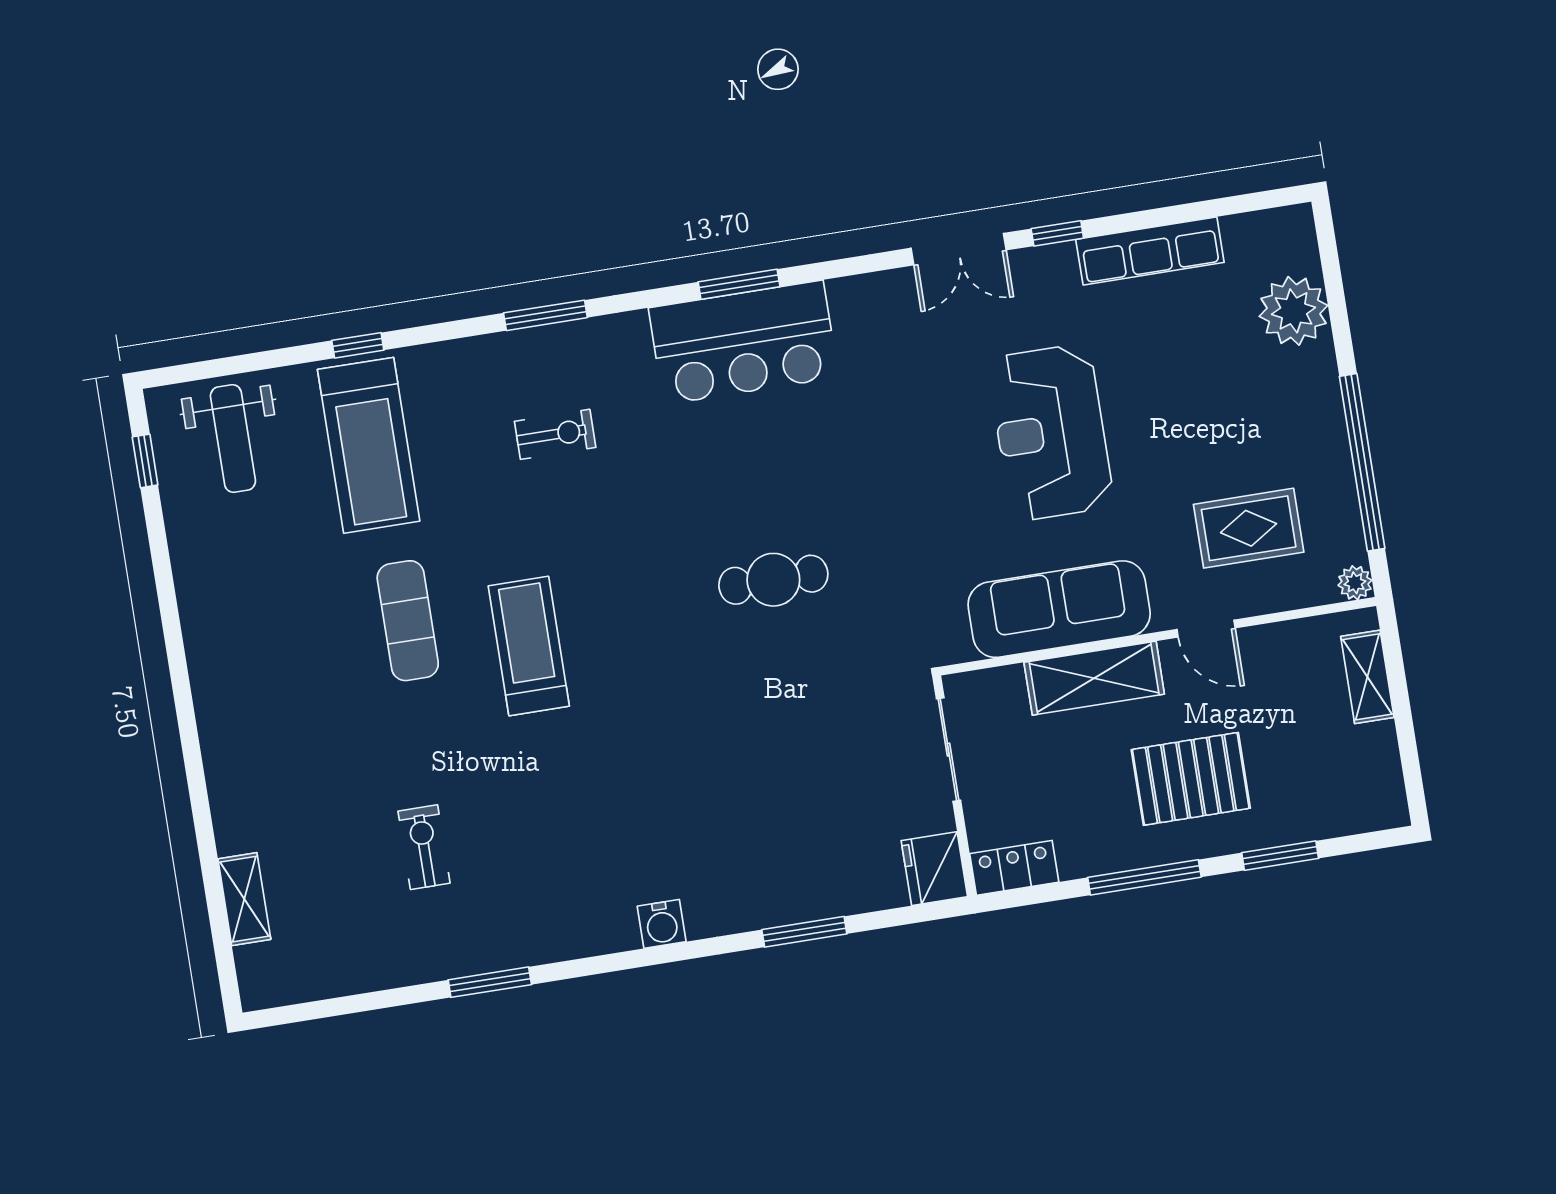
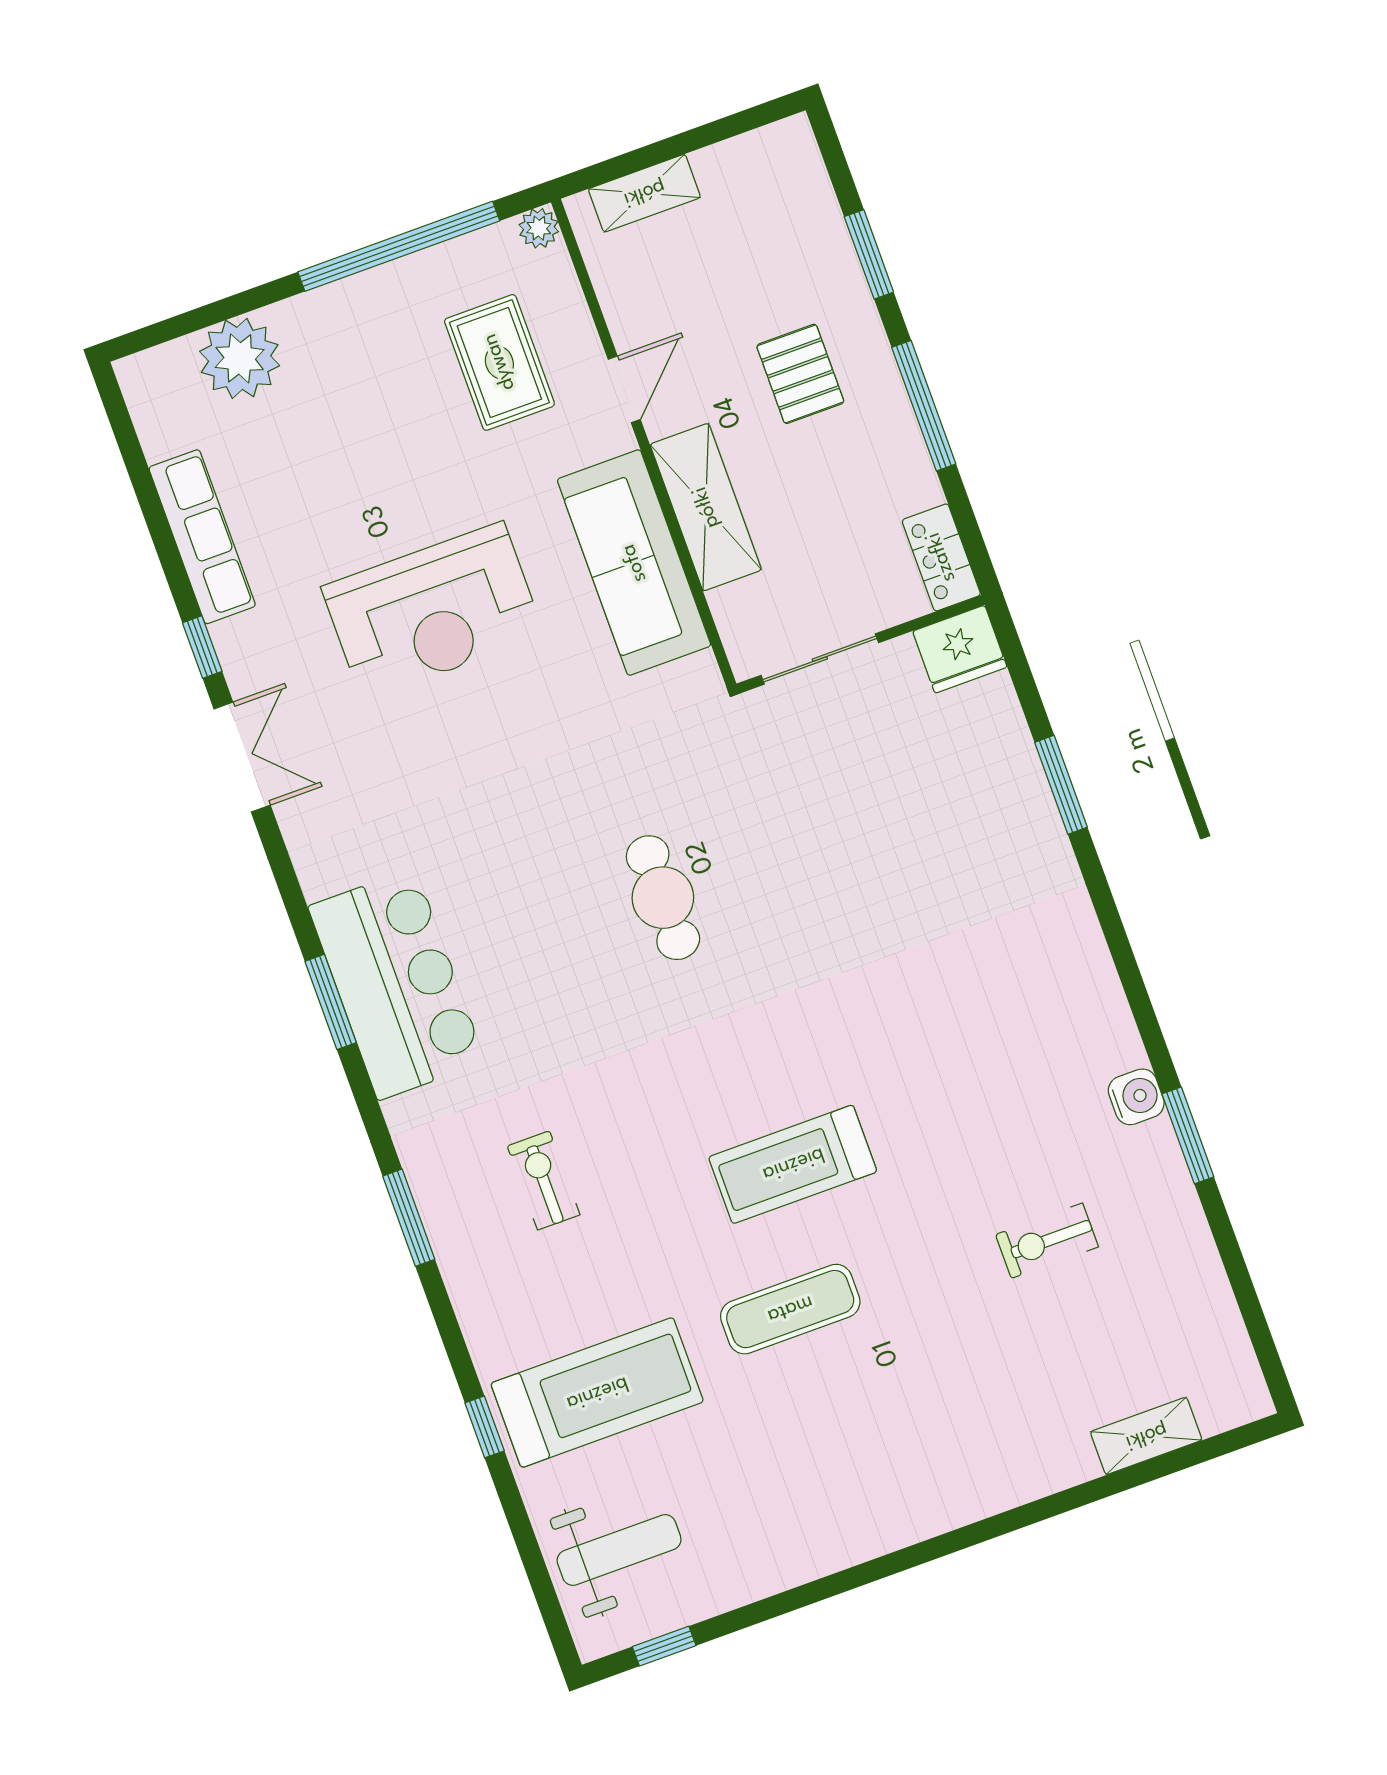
pallet: (1191, 779) -> (800, 374), width x0.67, depth x0.71
water cooler: (662, 924) -> (1136, 1097), moved

